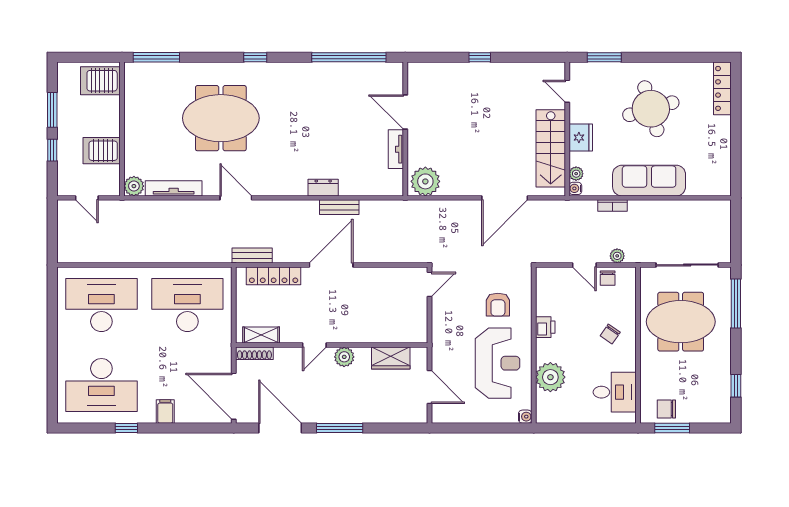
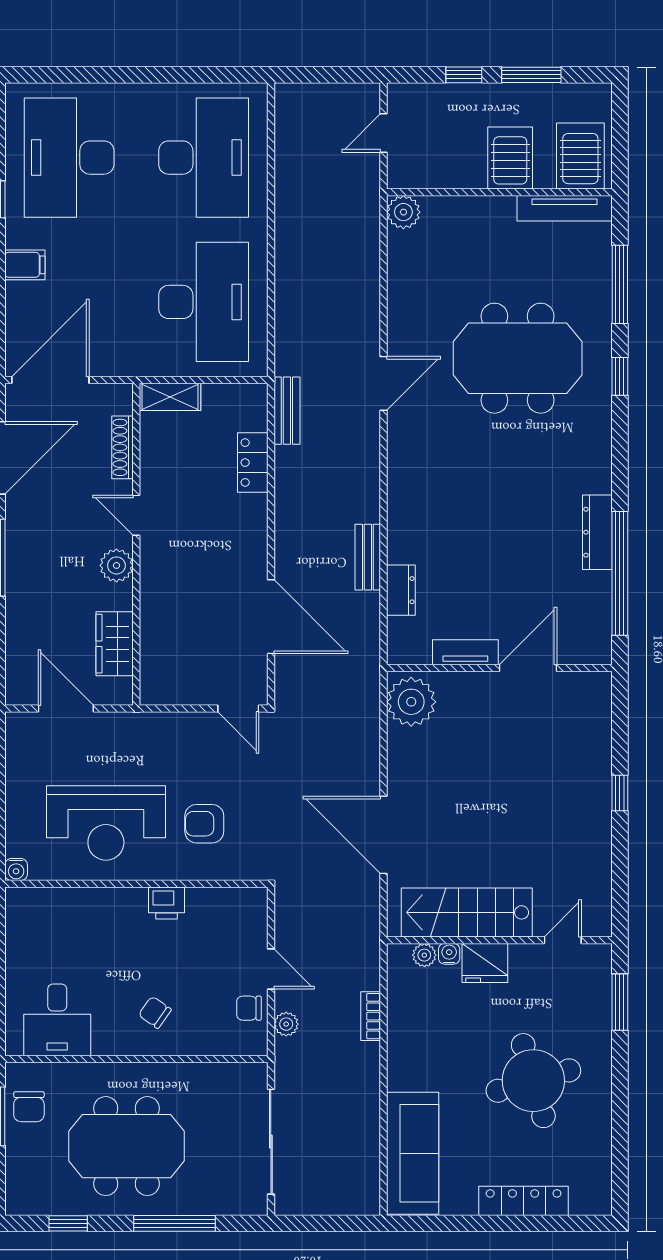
window: (156, 57) -> (620, 284), moved
window: (255, 57) -> (620, 376), moved
dresser: (324, 71) -> (597, 532), added
locker: (722, 88) -> (524, 1201), moved
meeting table: (221, 118) -> (518, 358), turned 90
server rack: (102, 151) -> (510, 158), moved
sofa: (649, 181) -> (413, 1153), moved
tv unit: (174, 188) -> (565, 208), moved, turned 90
dresser: (323, 188) -> (401, 590), moved
water cooler: (575, 188) -> (449, 954), moved
door: (331, 265) -> (271, 617), moved
door: (584, 265) -> (271, 969), swing flipped
locker: (274, 276) -> (253, 463), width x0.66
window: (736, 304) -> (174, 1223), moved
meeting table: (681, 322) -> (126, 1146), moved, turned 90
shelving: (261, 335) -> (170, 397), moved, turned 90
shoe rack: (254, 353) -> (122, 447), moved
plant: (550, 377) -> (82, 912), removed
door: (429, 387) -> (66, 709), swing flipped
chair: (666, 409) -> (29, 1107), turned 180

